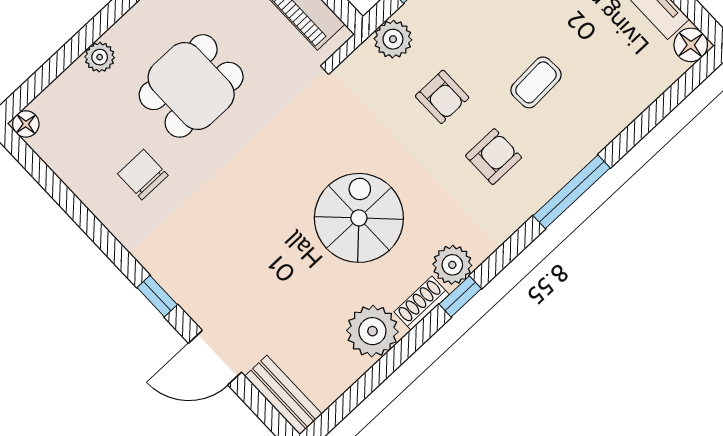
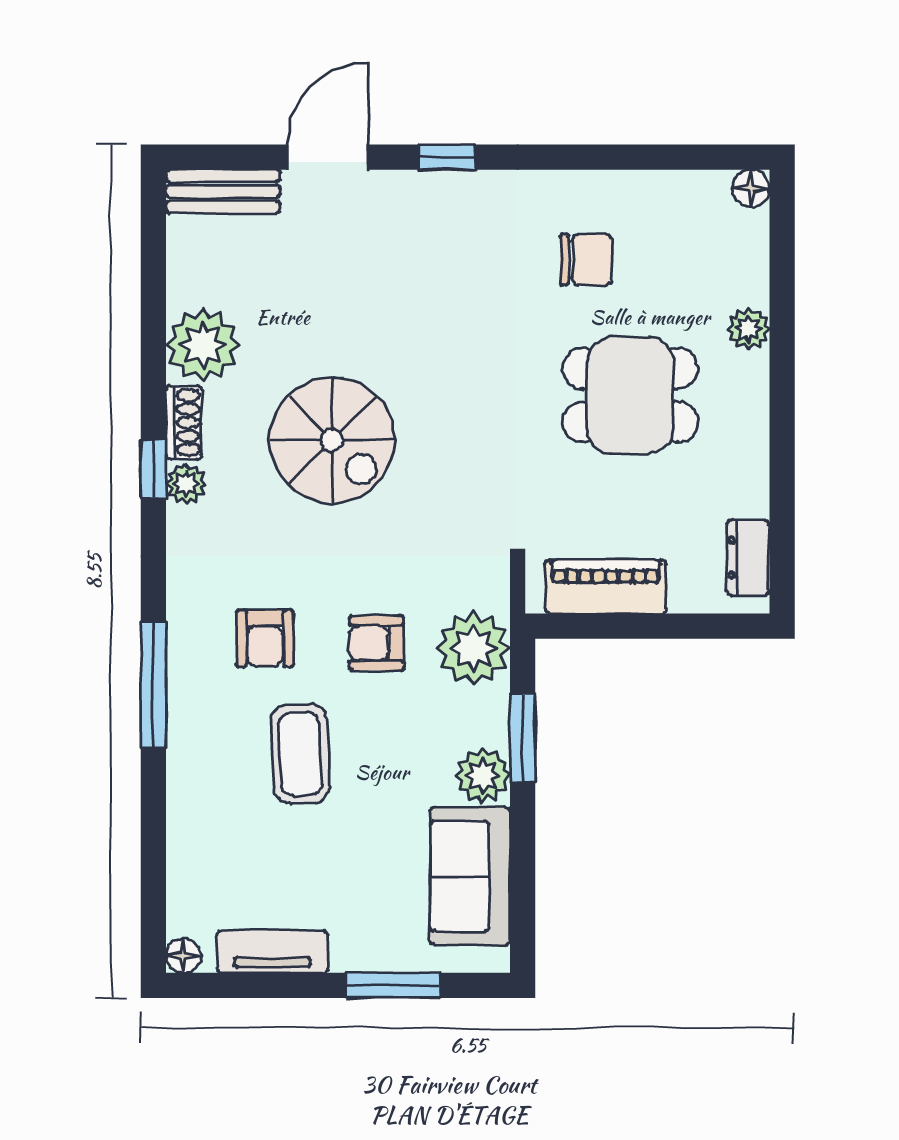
plant: (393, 39) -> (473, 648), width x1.36, depth x1.36
floor lamp: (691, 45) -> (183, 956), width x0.73, depth x0.73
coffee table: (536, 82) -> (300, 754), width x1.36, depth x1.30
dining table: (191, 86) -> (630, 395), turned 90
plant: (452, 265) -> (186, 484), width x0.73, depth x0.73

